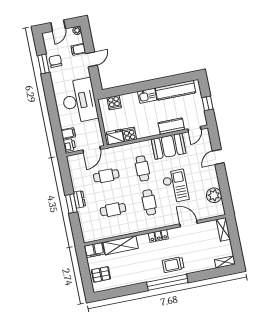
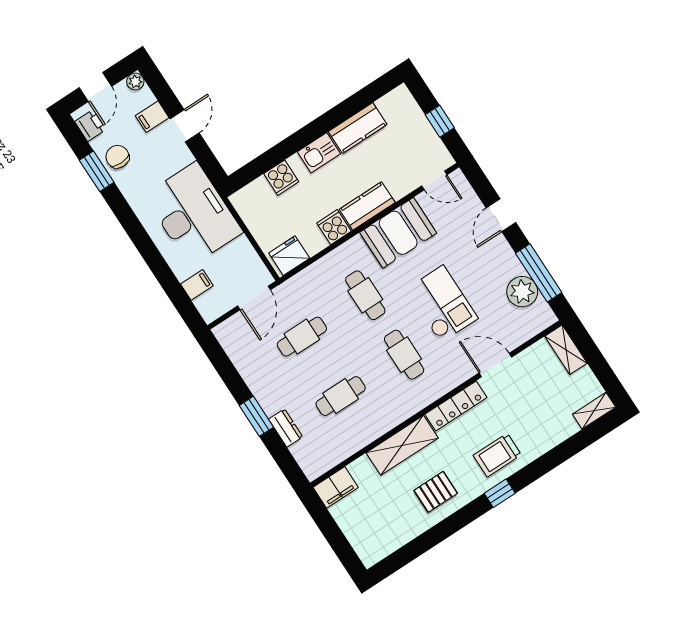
kitchen counter: (175, 90) -> (358, 128), width x0.67
cooker: (114, 103) -> (281, 178), moved
kitchen counter: (171, 126) -> (367, 206), moved
door: (194, 129) -> (434, 180), hinge flipped
cooker: (129, 134) -> (334, 227), moved
printer: (69, 145) -> (90, 126), moved
window: (225, 190) -> (539, 273), added
dresser: (79, 199) -> (286, 428), moved
locker: (158, 236) -> (456, 406), width x1.53
shelving: (121, 245) -> (402, 445), moved
pallet: (101, 274) -> (436, 492), moved
window: (167, 282) -> (500, 493), width x0.32

